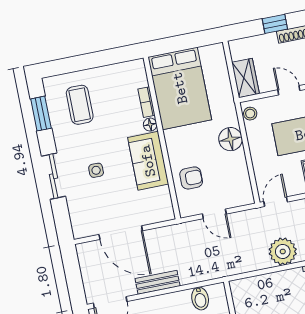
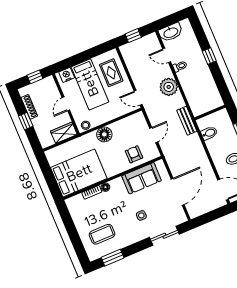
sofa: (148, 161) -> (142, 178), moved
sliding door: (53, 176) -> (164, 236), moved
bench: (158, 282) -> (187, 121), moved

